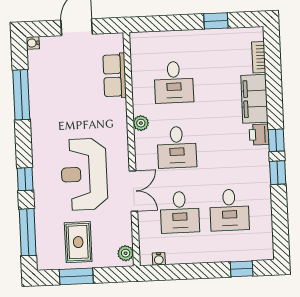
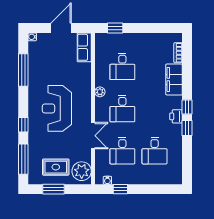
window: (216, 21) -> (115, 28), moved
row of seats: (115, 76) -> (84, 47), moved
printer: (259, 135) -> (176, 116), moved
reception desk: (84, 174) -> (57, 108), moved
rug: (78, 242) -> (56, 167), turned 90
plant: (126, 253) -> (82, 171), width x1.88, depth x1.88
window: (242, 269) -> (120, 189), moved

